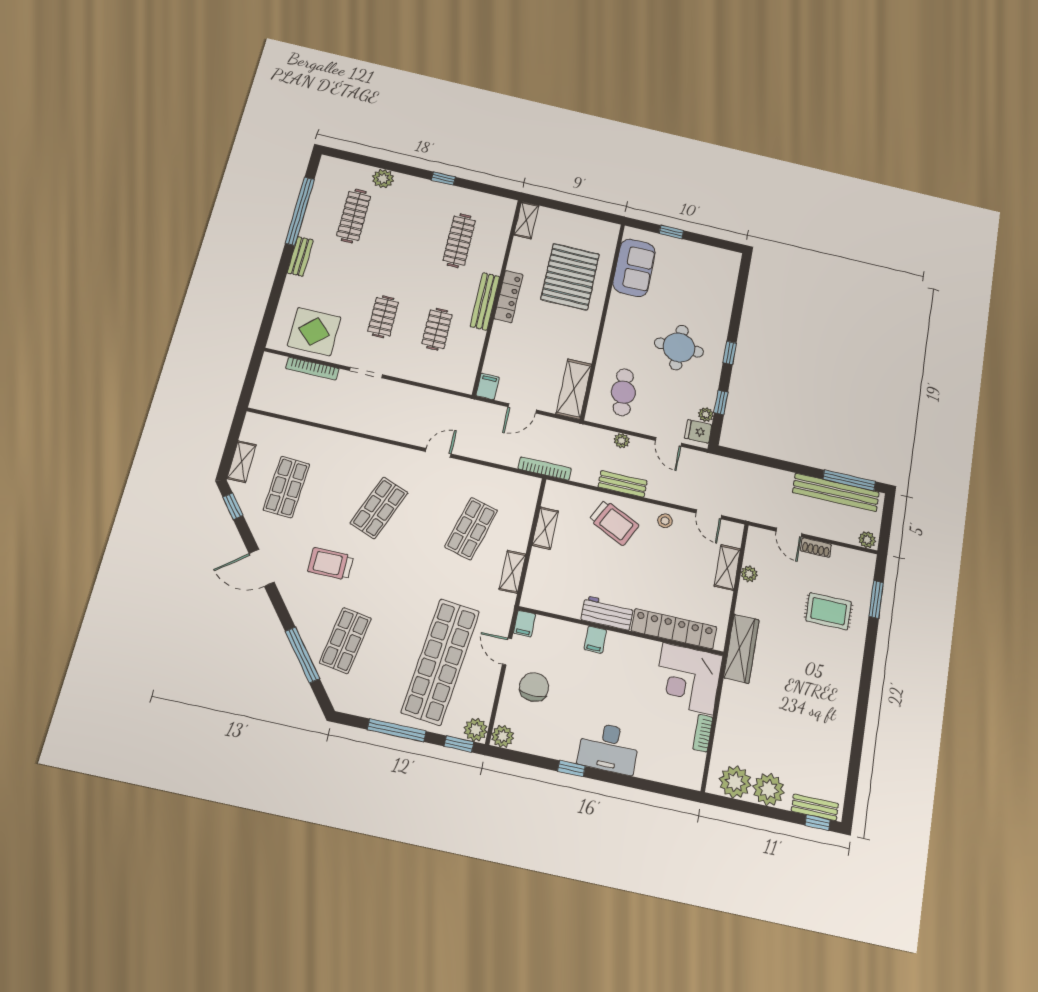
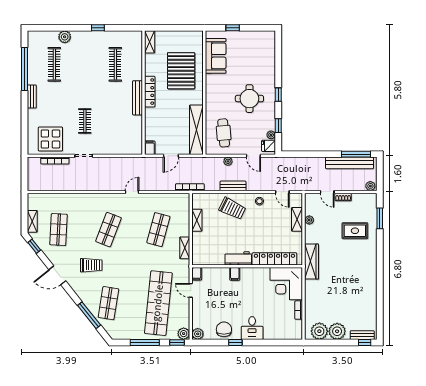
clothes rail: (437, 329) -> (115, 121), removed
shelving: (574, 389) -> (196, 130), width x1.47
trolley: (331, 564) -> (91, 265), turned 180
chair: (534, 687) -> (224, 329), moved
desk: (609, 748) -> (252, 328), width x0.73

